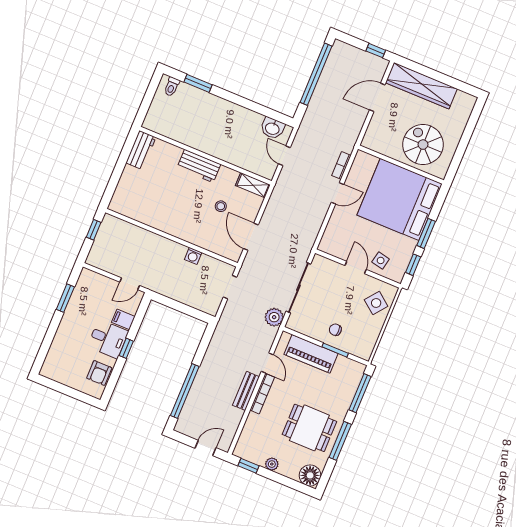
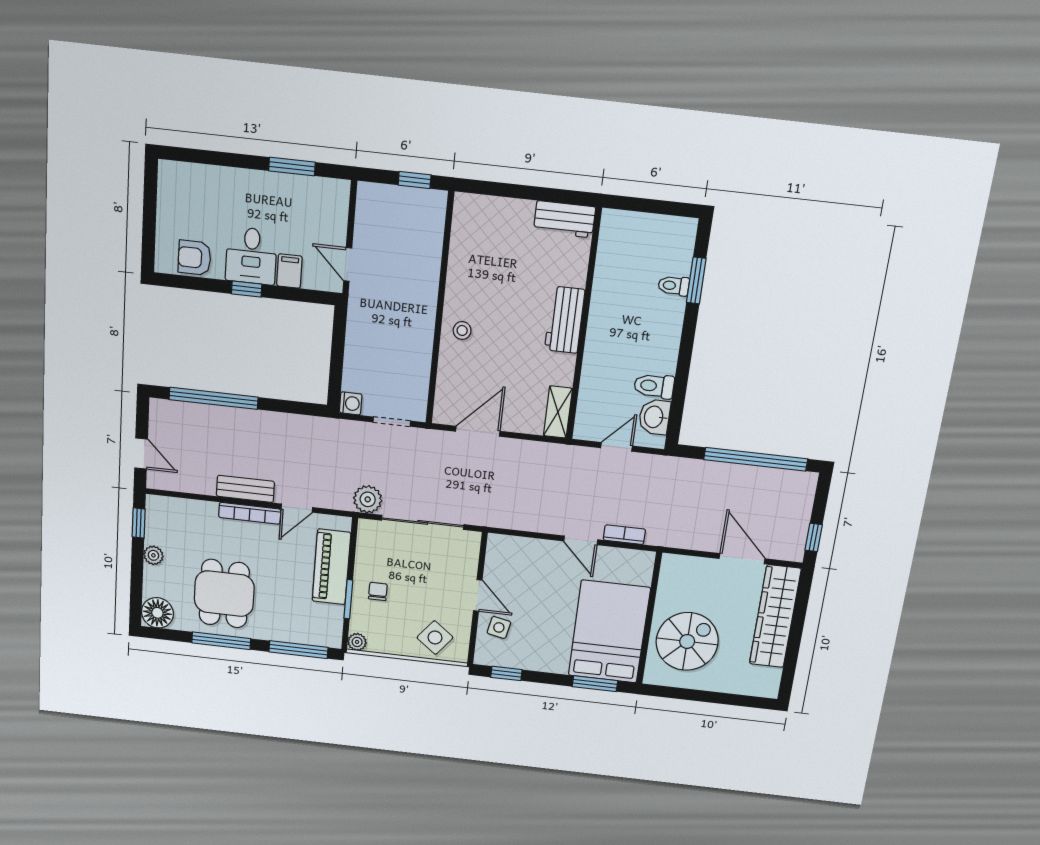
toilet: (172, 87) -> (674, 286), moved
toilet: (253, 124) -> (654, 386), added
bed: (400, 199) -> (609, 632), width x0.73
stool: (221, 206) -> (462, 330), moved
window: (426, 233) -> (595, 684), moved
washing machine: (193, 256) -> (351, 403), moved, turned 180
door: (356, 268) -> (478, 596), hinge flipped
plant: (365, 354) -> (357, 642), added

